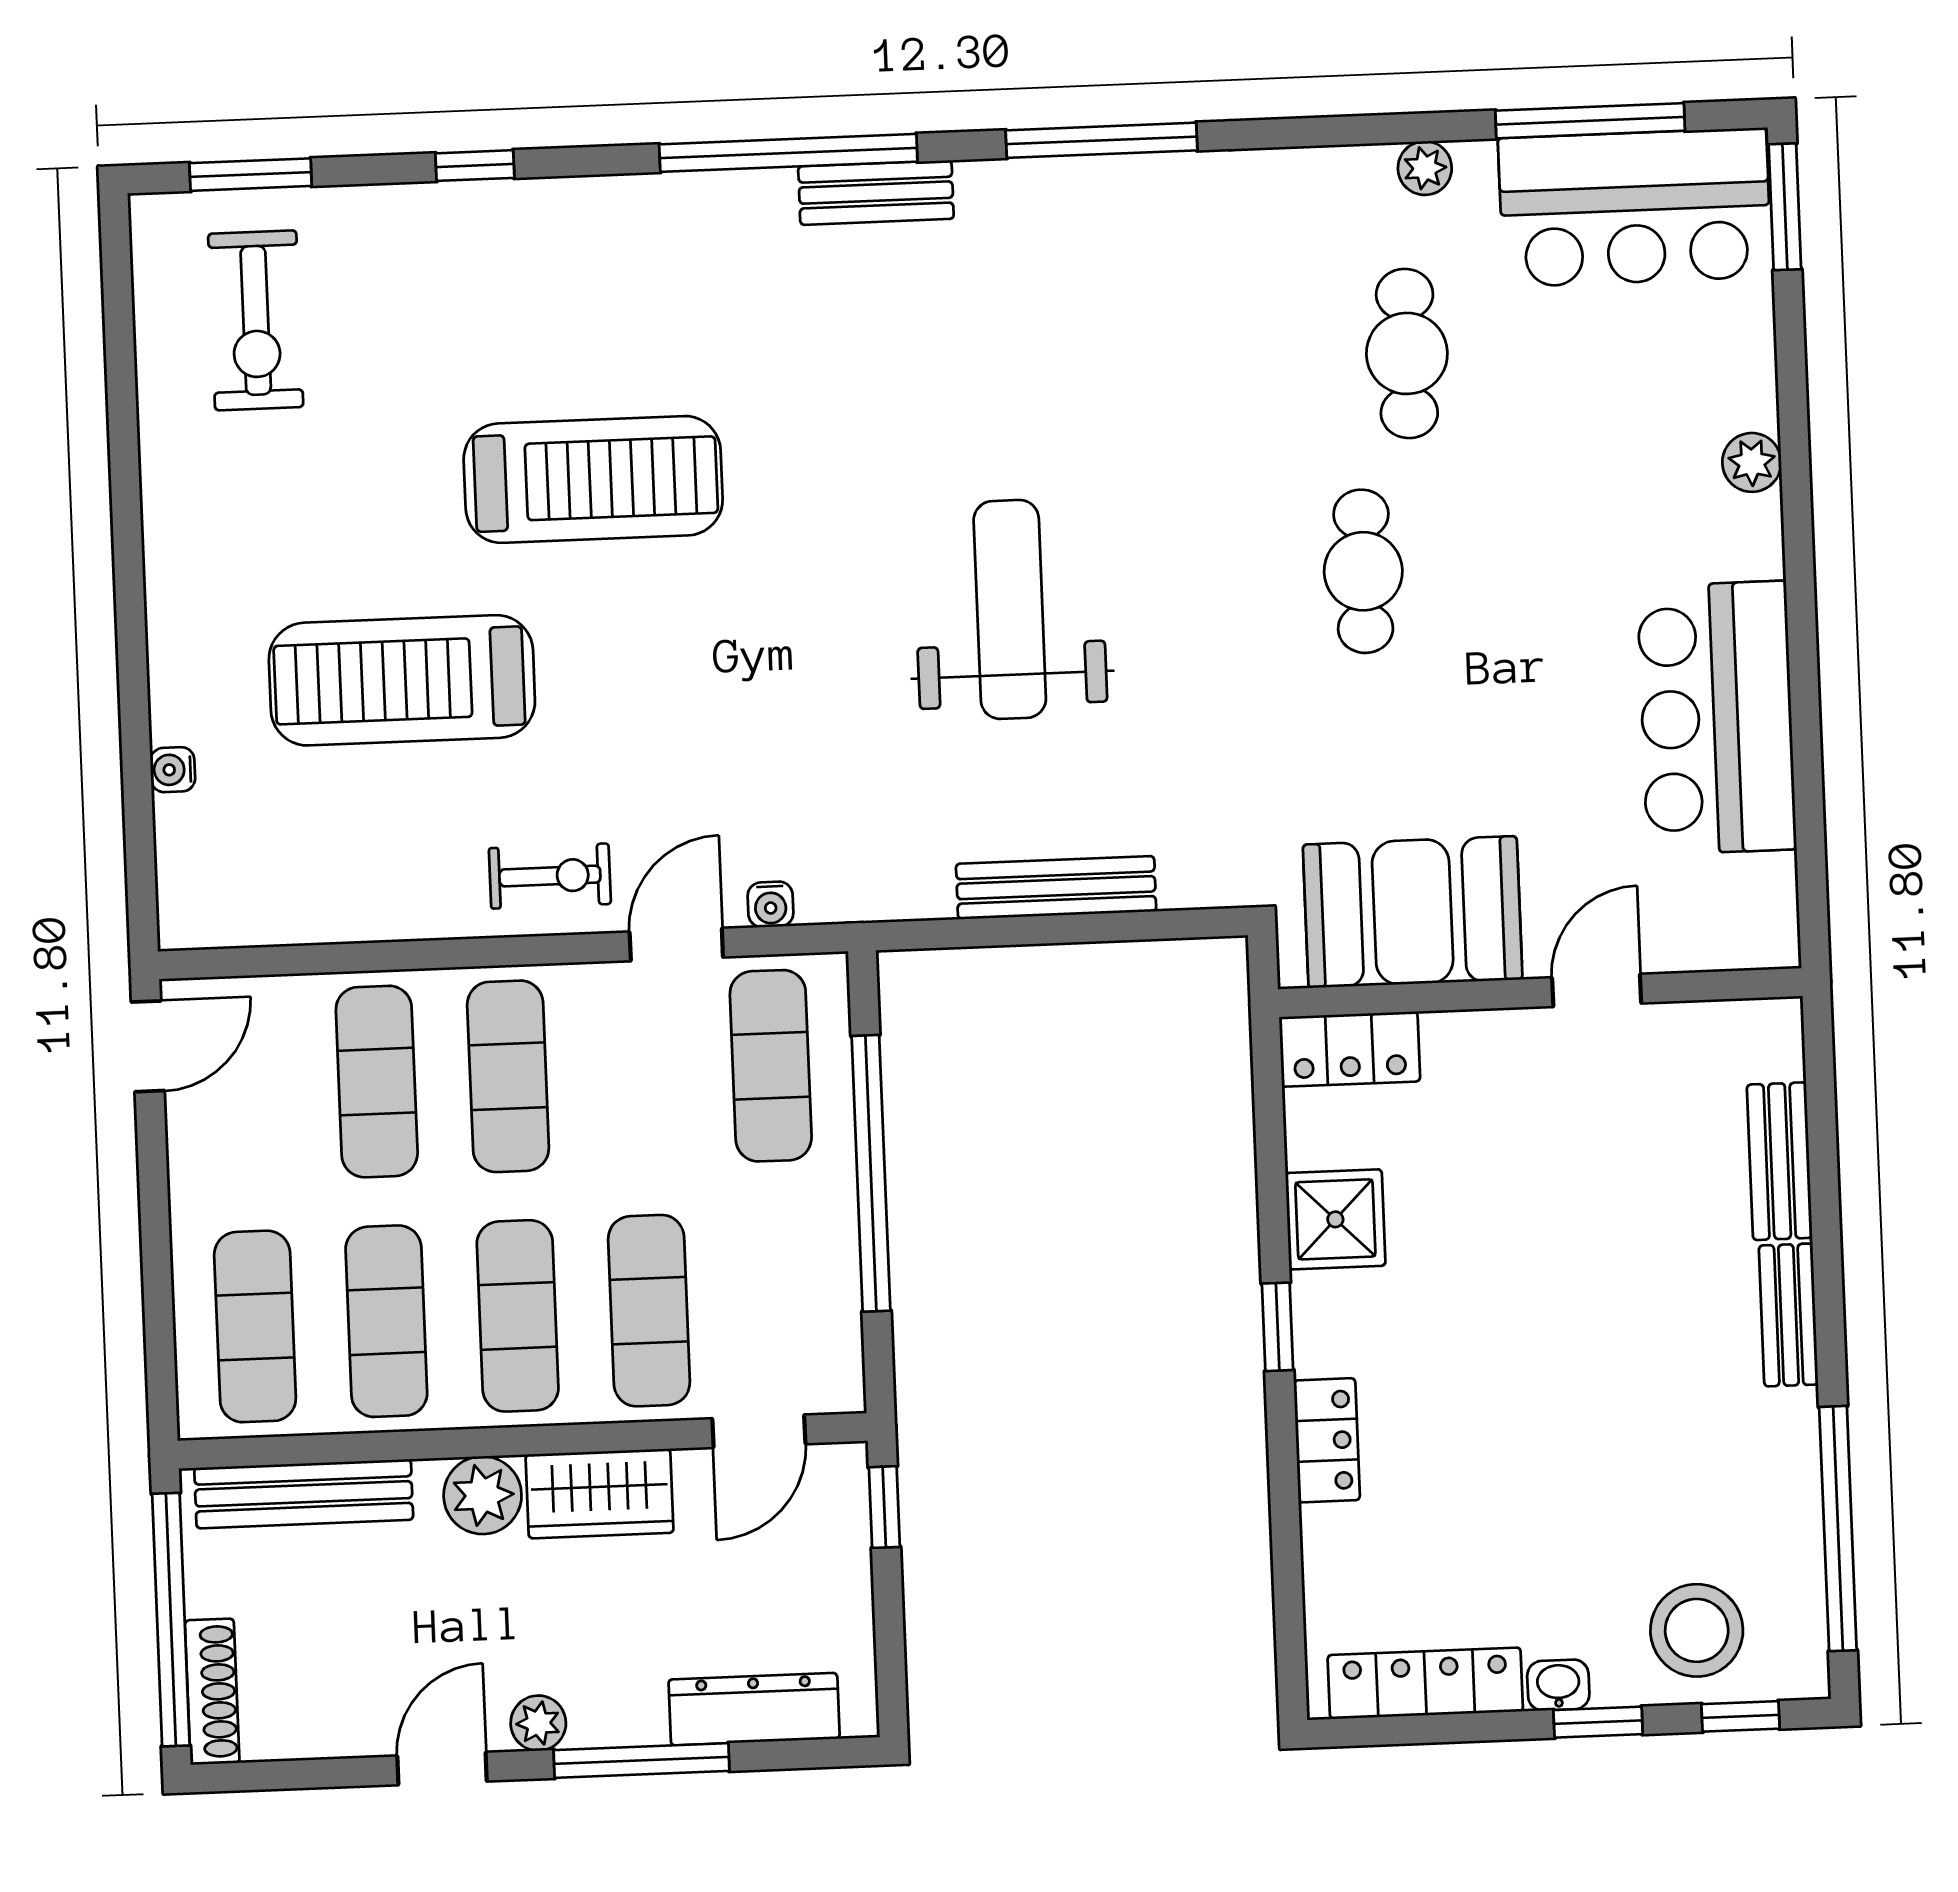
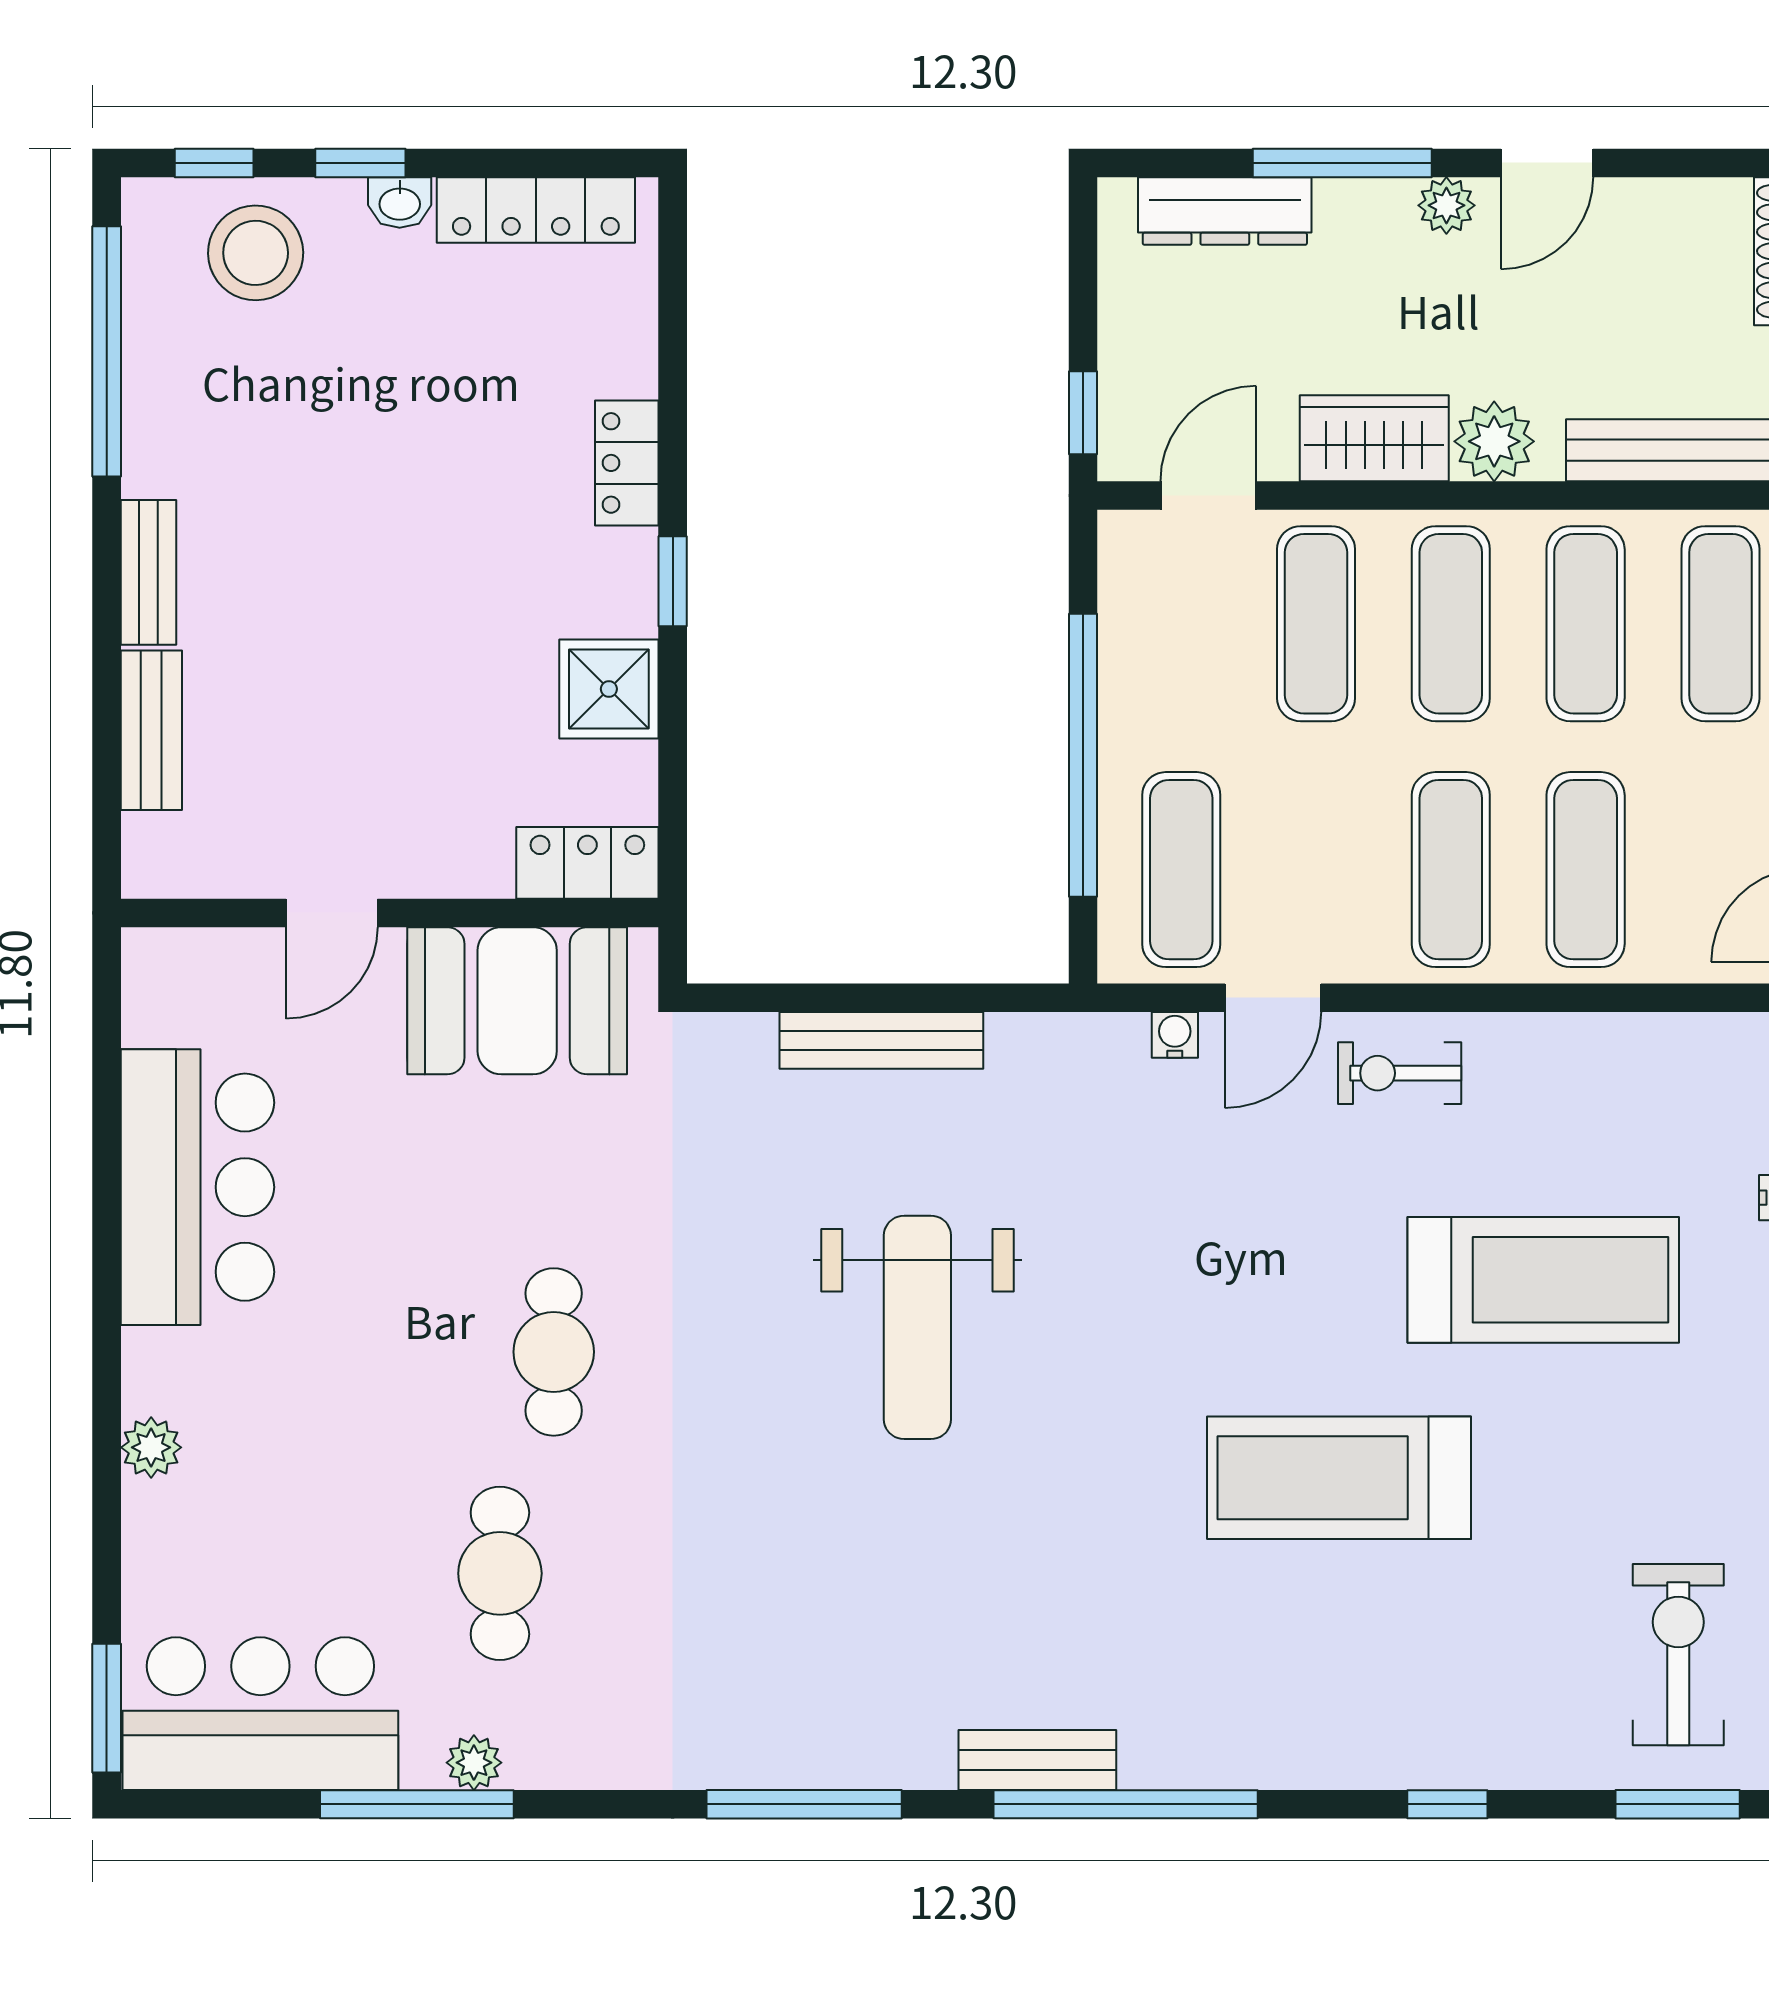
window: (1590, 121) -> (417, 1804), moved

